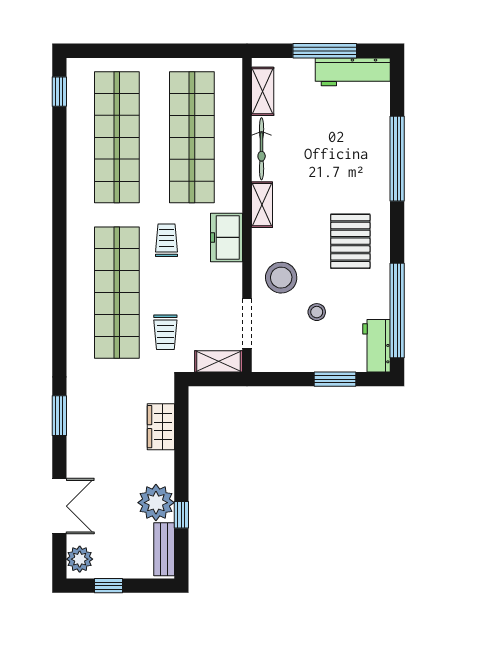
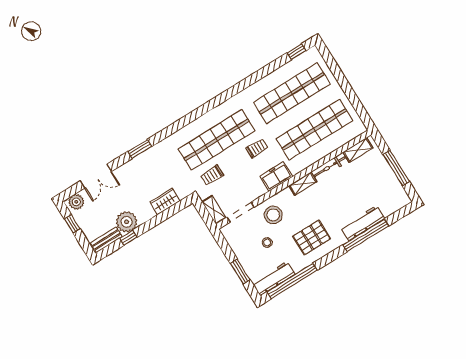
workbench: (353, 72) -> (363, 223), moved, turned 90
workbench: (376, 346) -> (274, 279), width x1.38

